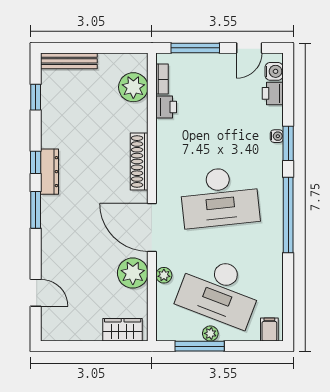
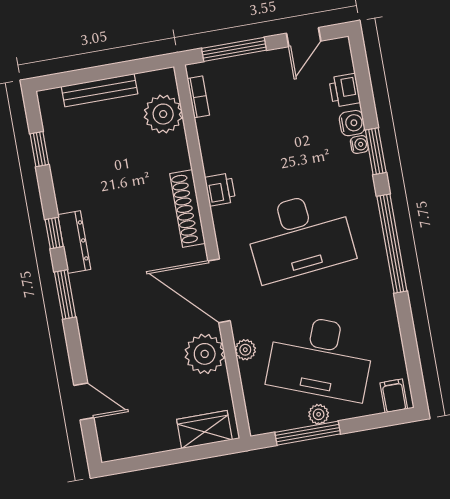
bench: (69, 61) -> (99, 90), moved
water cooler: (274, 71) -> (352, 123), moved
printer: (166, 107) -> (220, 189), moved

